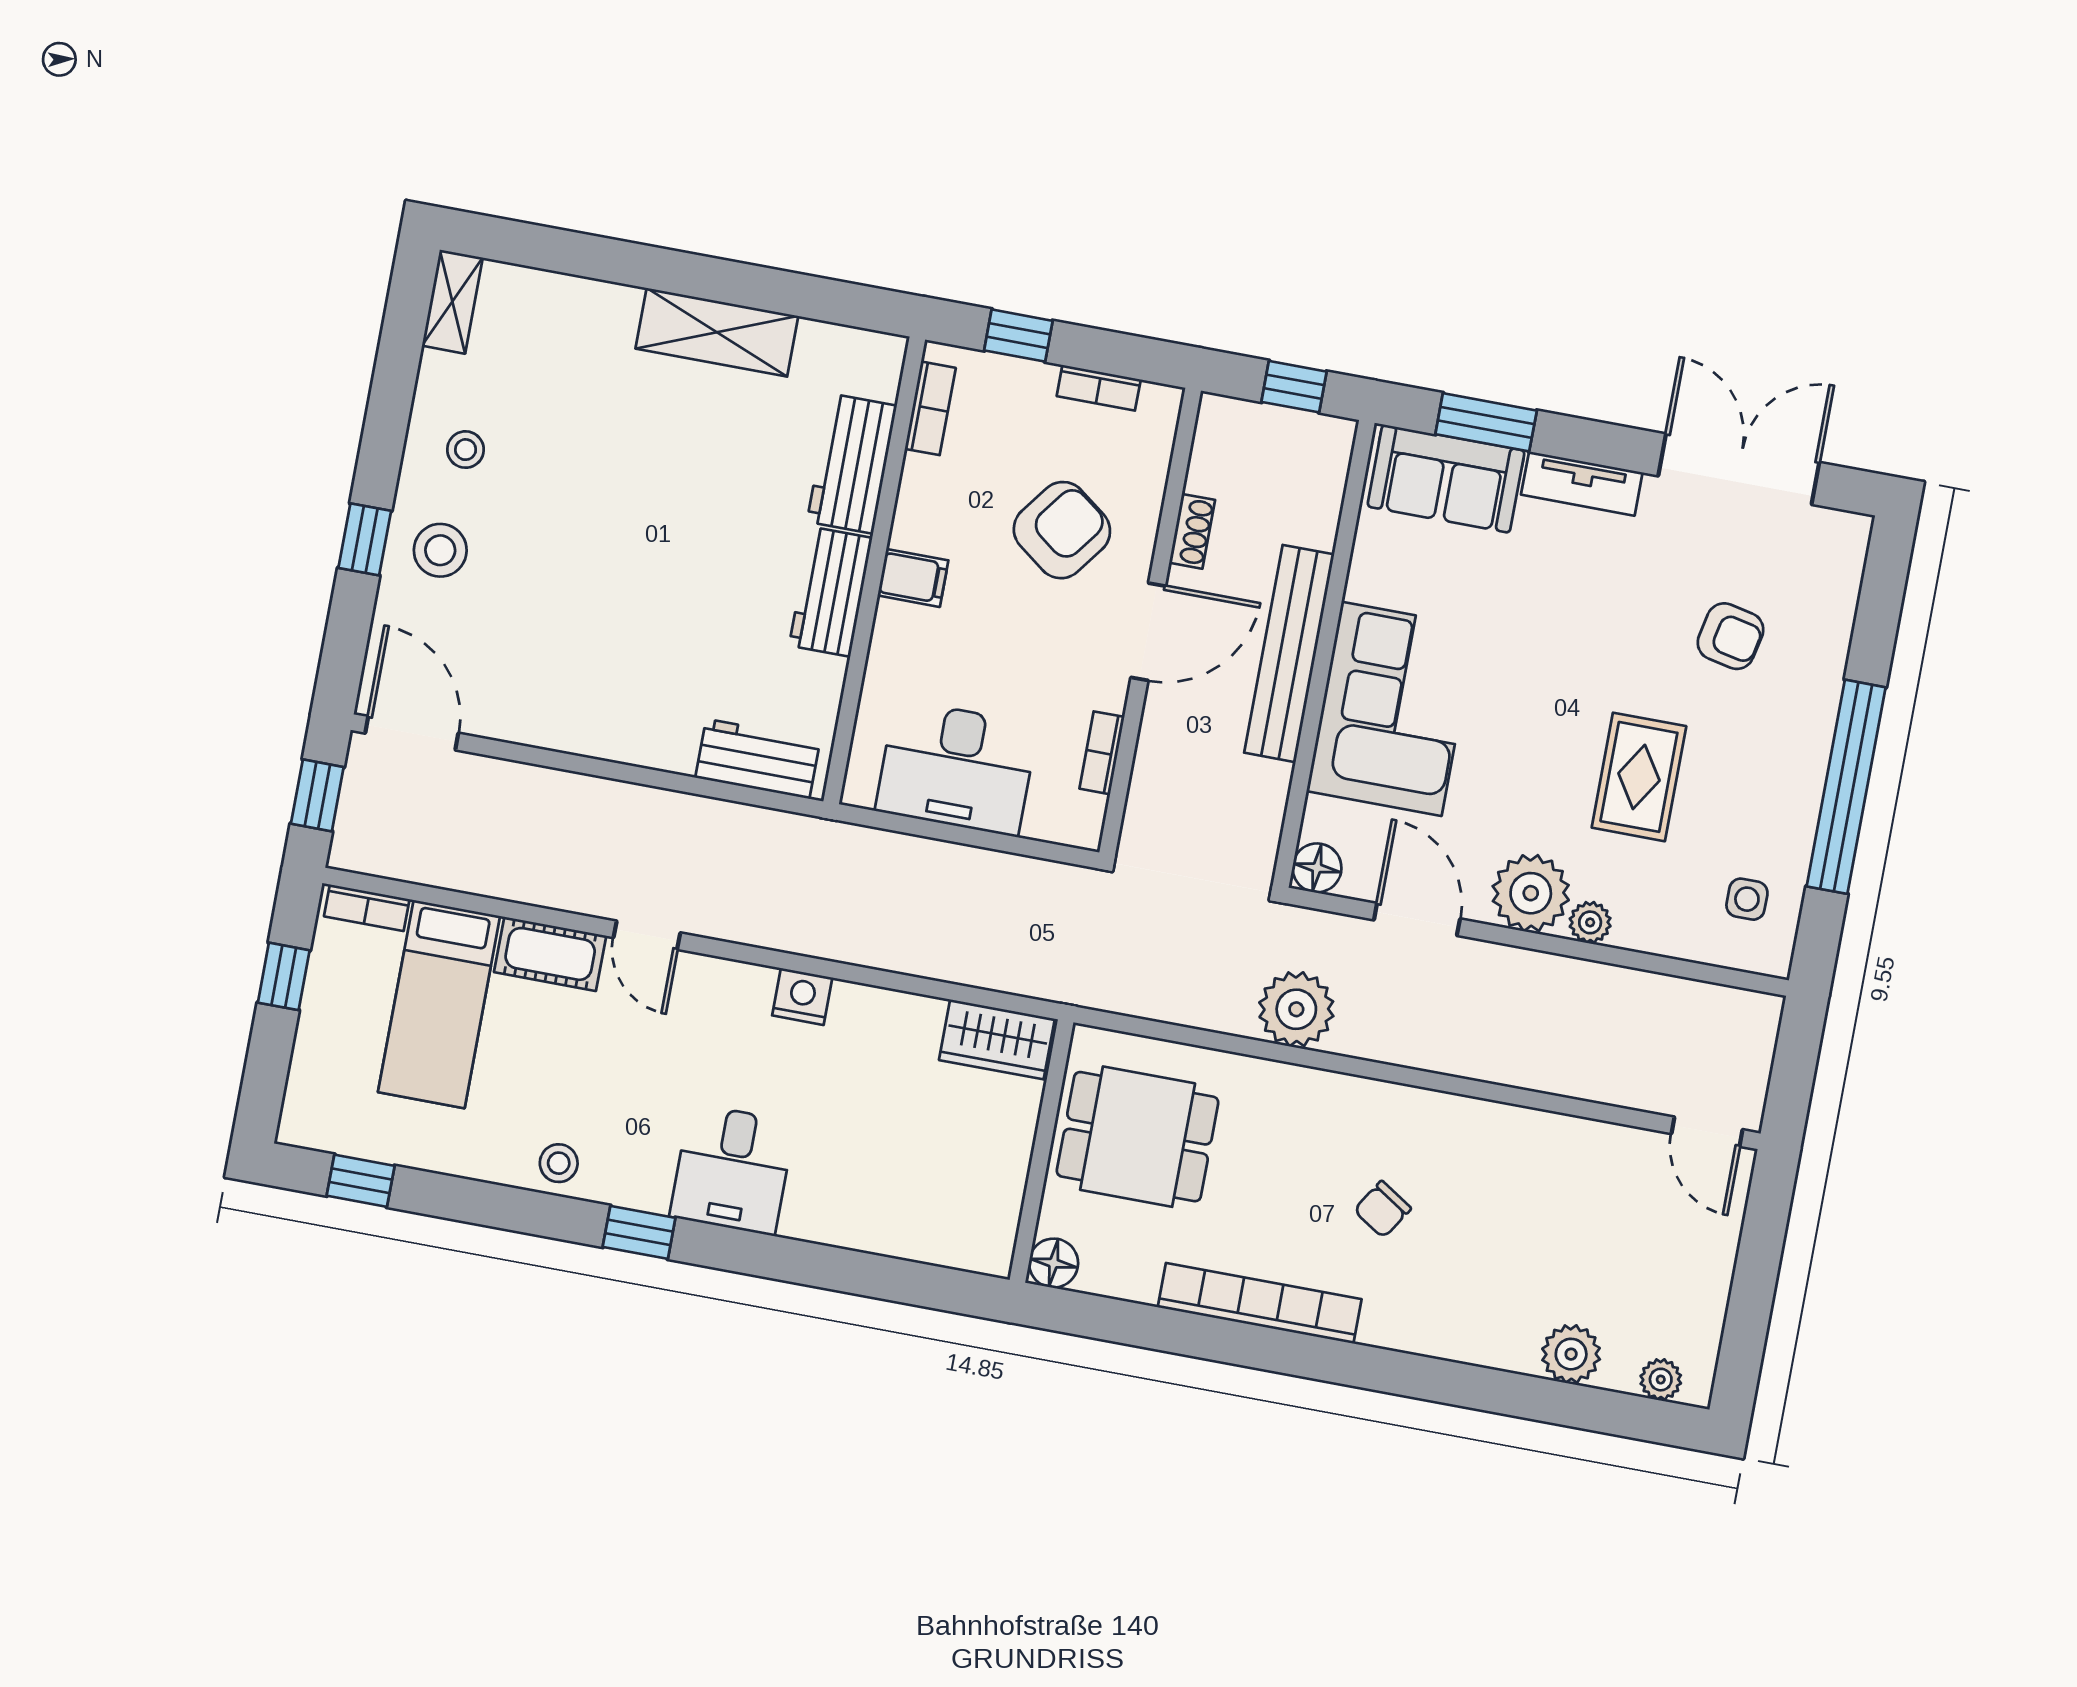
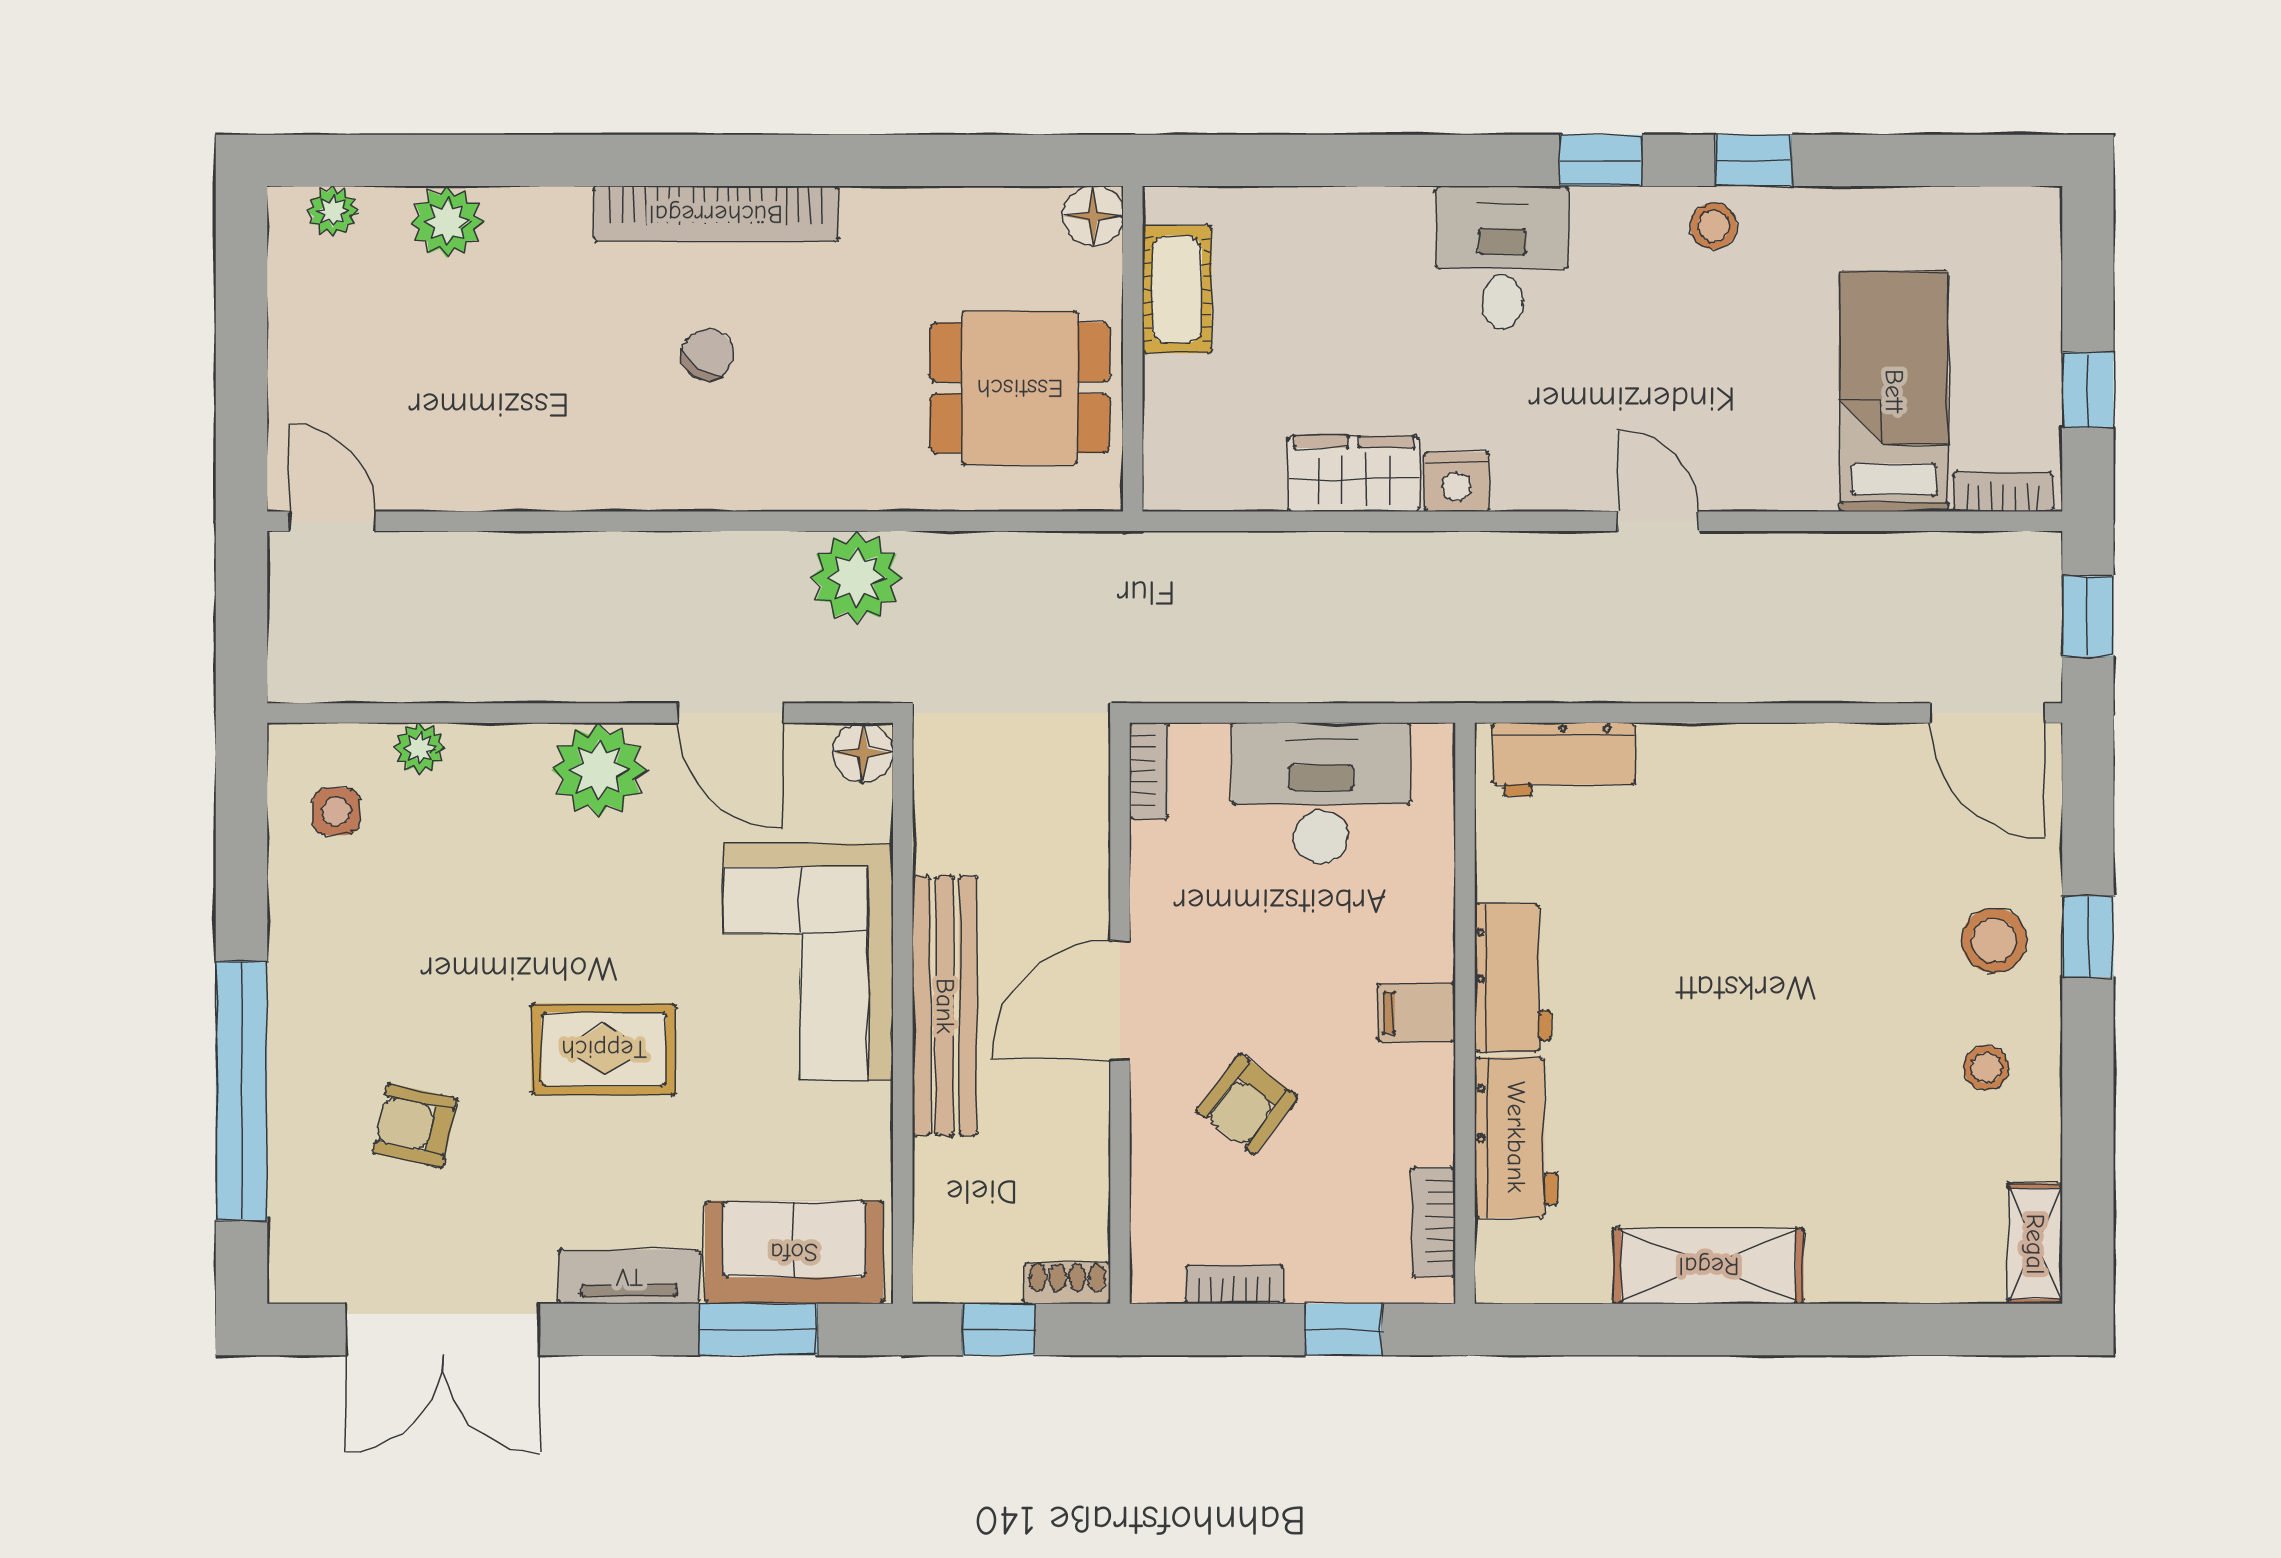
armchair: (1062, 530) -> (1247, 1104), width x0.72, depth x0.72
shoe rack: (1192, 531) -> (1067, 1283), moved, turned 90
bookcase: (1102, 753) -> (1149, 771), moved
rug: (1639, 777) -> (604, 1049), moved, turned 90
window: (1846, 787) -> (241, 1091), moved
plant: (1590, 922) -> (420, 748), moved
cot: (550, 954) -> (1177, 289), moved, turned 90
wardrobe: (997, 1039) -> (1354, 474), moved
window: (361, 1181) -> (1754, 160), moved
bookcase: (1260, 1303) -> (716, 214), moved

